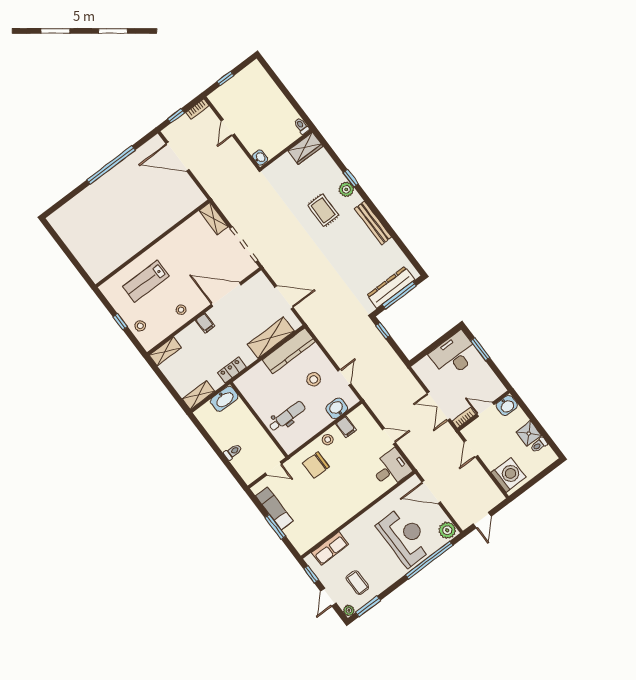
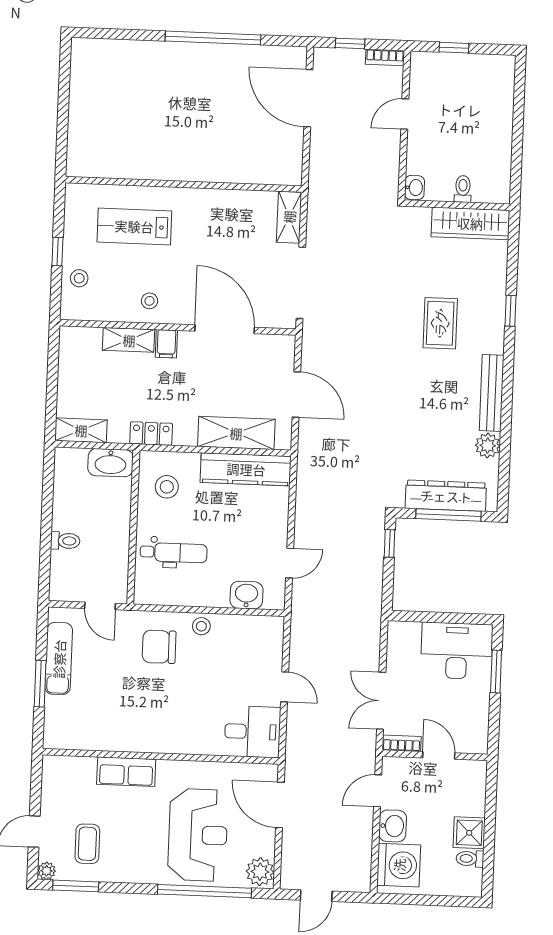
toilet: (301, 126) -> (463, 189), moved
wardrobe: (305, 148) -> (470, 223), width x1.50
plant: (346, 189) -> (488, 446), moved
shelving: (165, 351) -> (129, 340), moved
stool: (314, 379) -> (167, 487), moved
washbasin: (507, 405) -> (393, 826), moved, turned -90
filing cabinet: (346, 427) -> (239, 629), removed
row of seats: (330, 548) -> (126, 772), moved
window: (311, 574) -> (36, 784), removed

